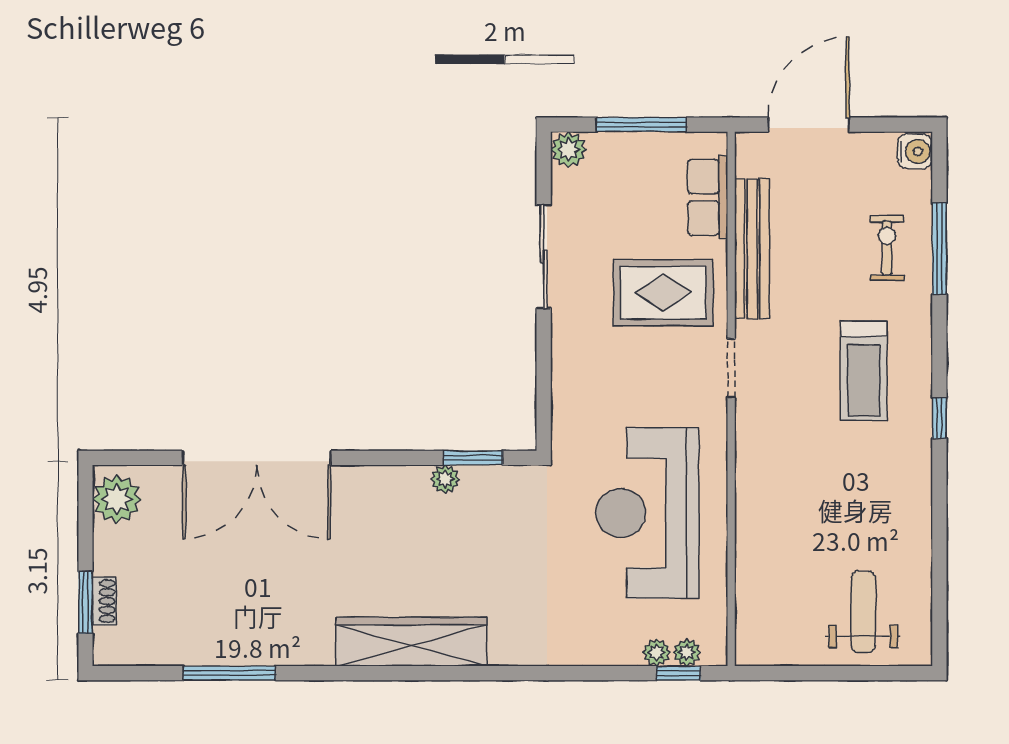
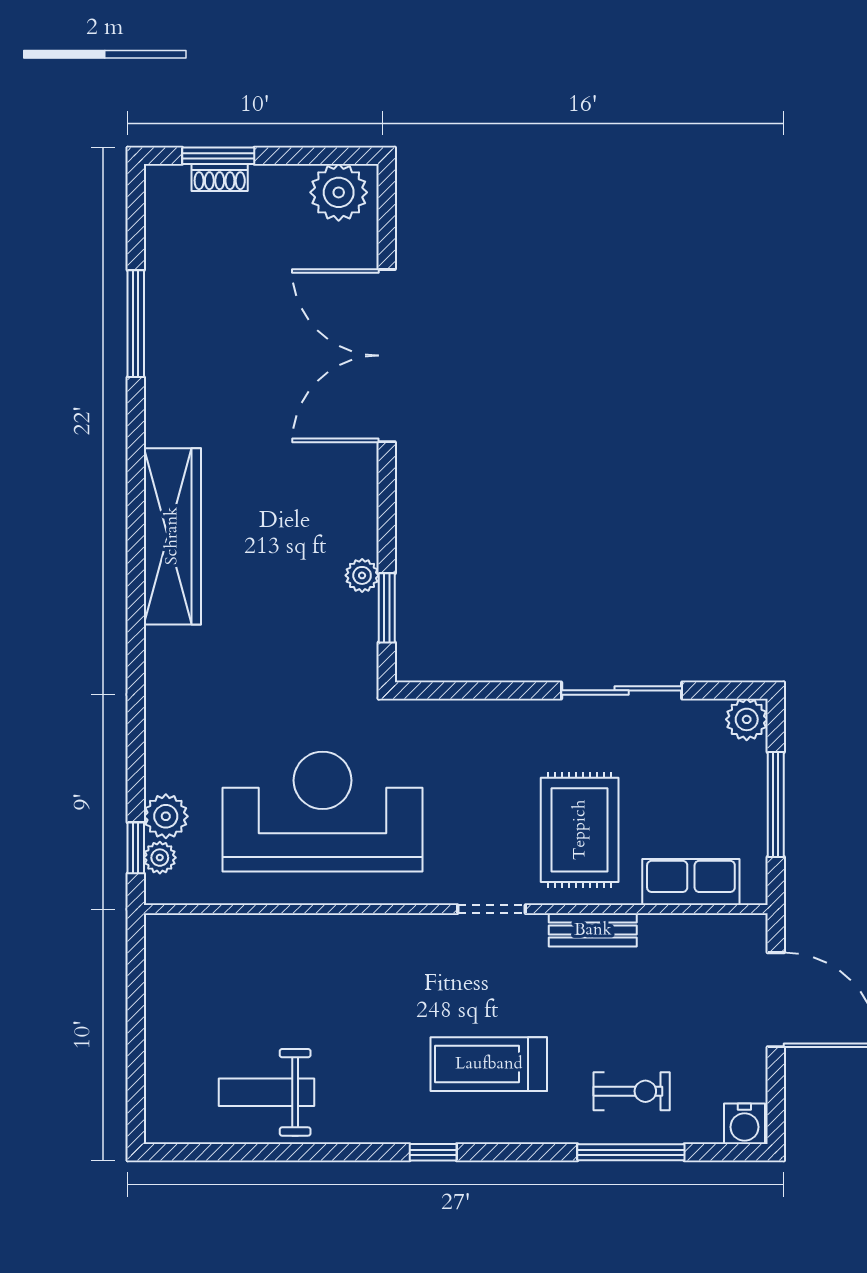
bench: (752, 249) -> (593, 930), width x0.54, depth x0.82
weight bench: (863, 612) -> (267, 1092), moved, turned 180
plant: (657, 652) -> (166, 816), width x1.38, depth x1.38

